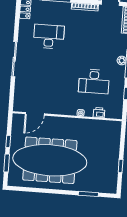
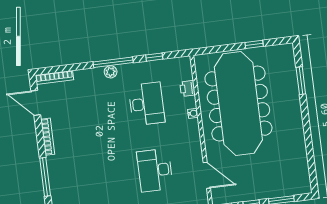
desk: (49, 37) -> (155, 170), moved
meeting table: (50, 160) -> (238, 103), moved

